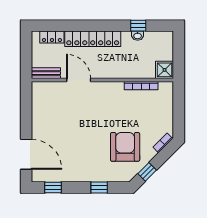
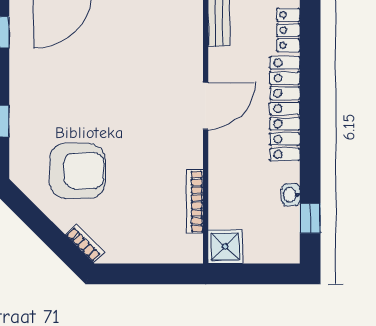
window: (138, 26) -> (310, 218), moved
door: (79, 80) -> (206, 106), moved
window: (147, 172) -> (29, 213), removed

